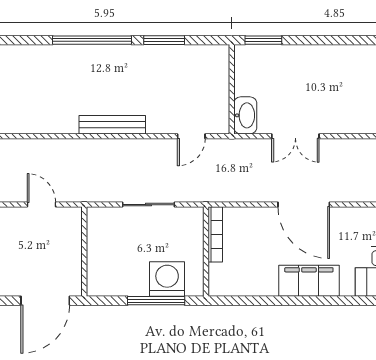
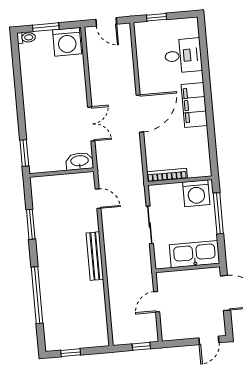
window: (92, 40) -> (37, 295), moved
kitchen sink: (103, 263) -> (195, 254), added
washing machine: (167, 279) -> (196, 193), moved, turned -90

